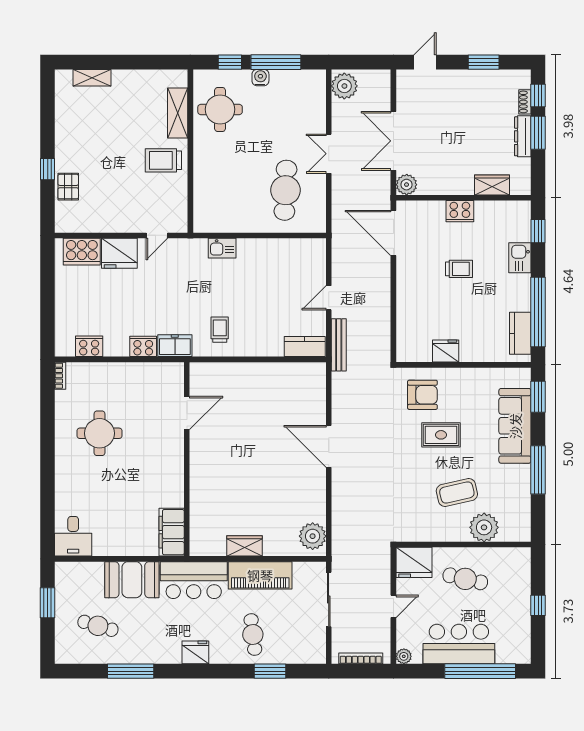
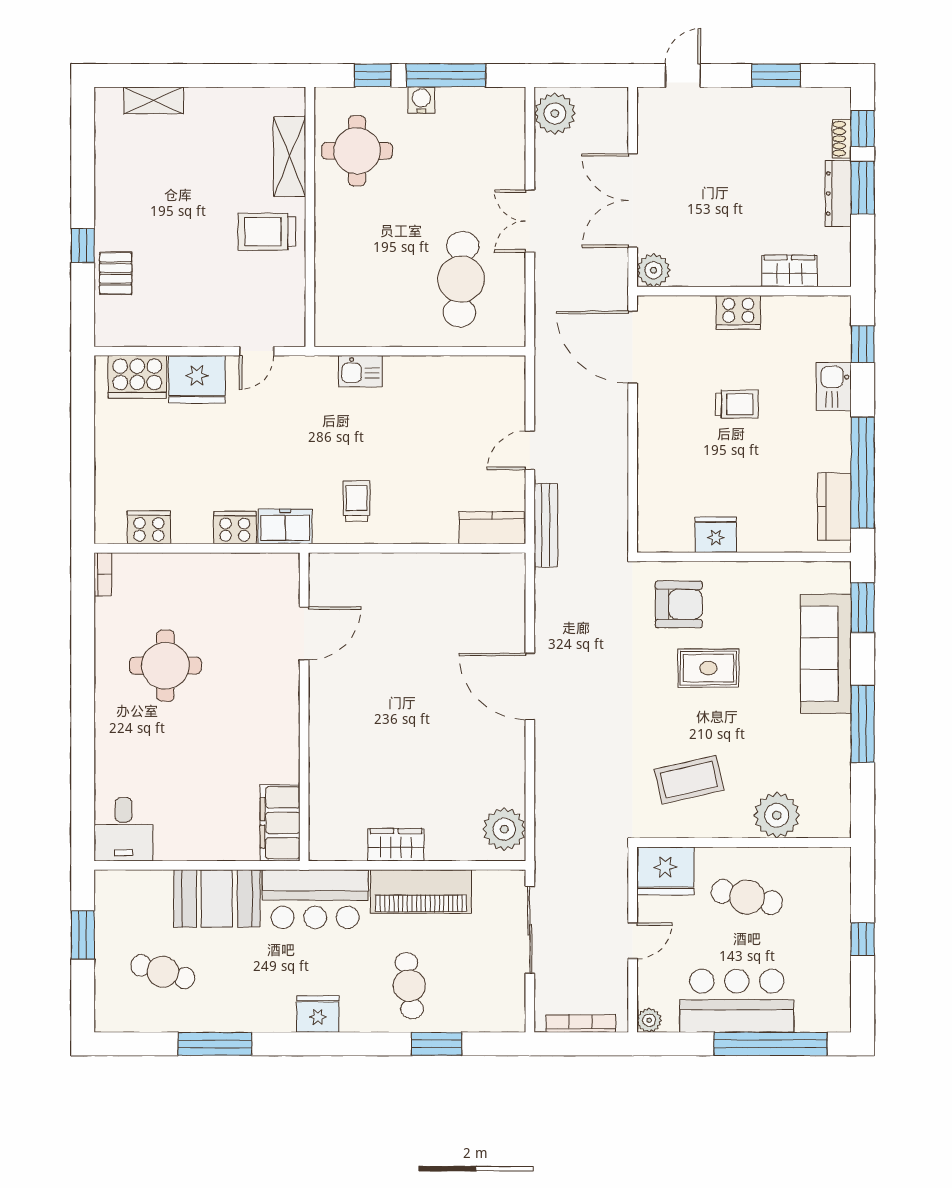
coffee table: (457, 492) -> (689, 780), moved

